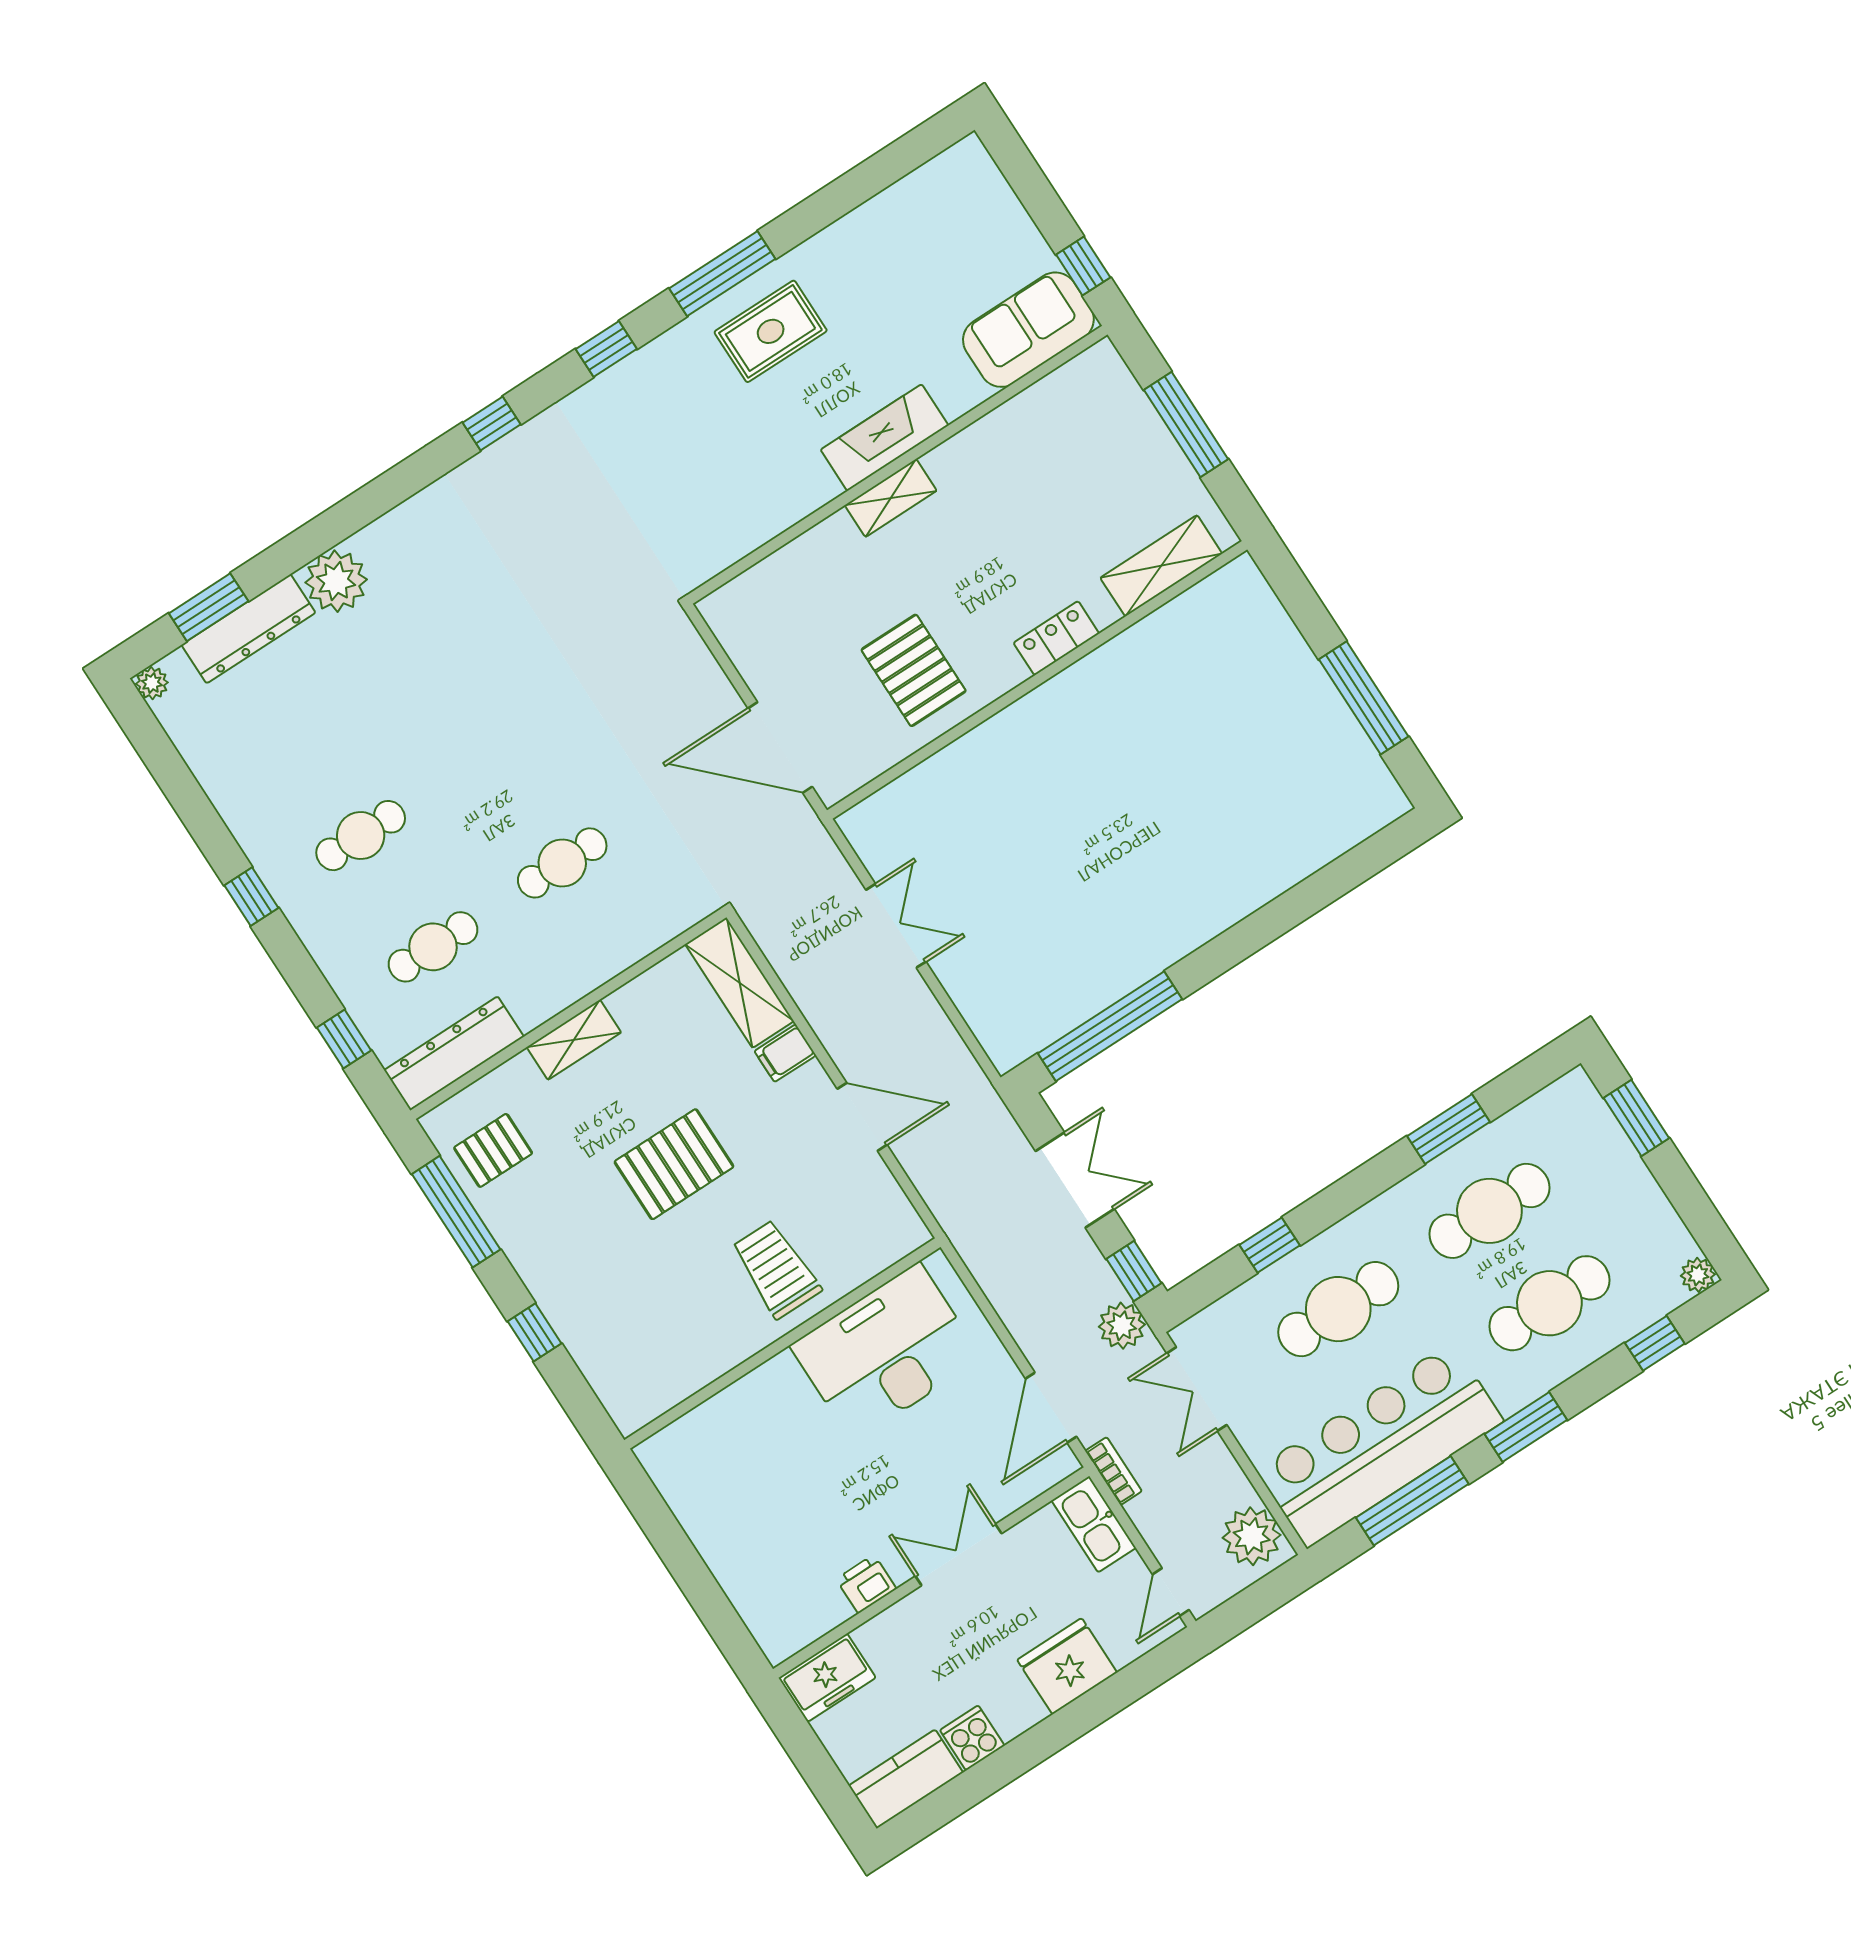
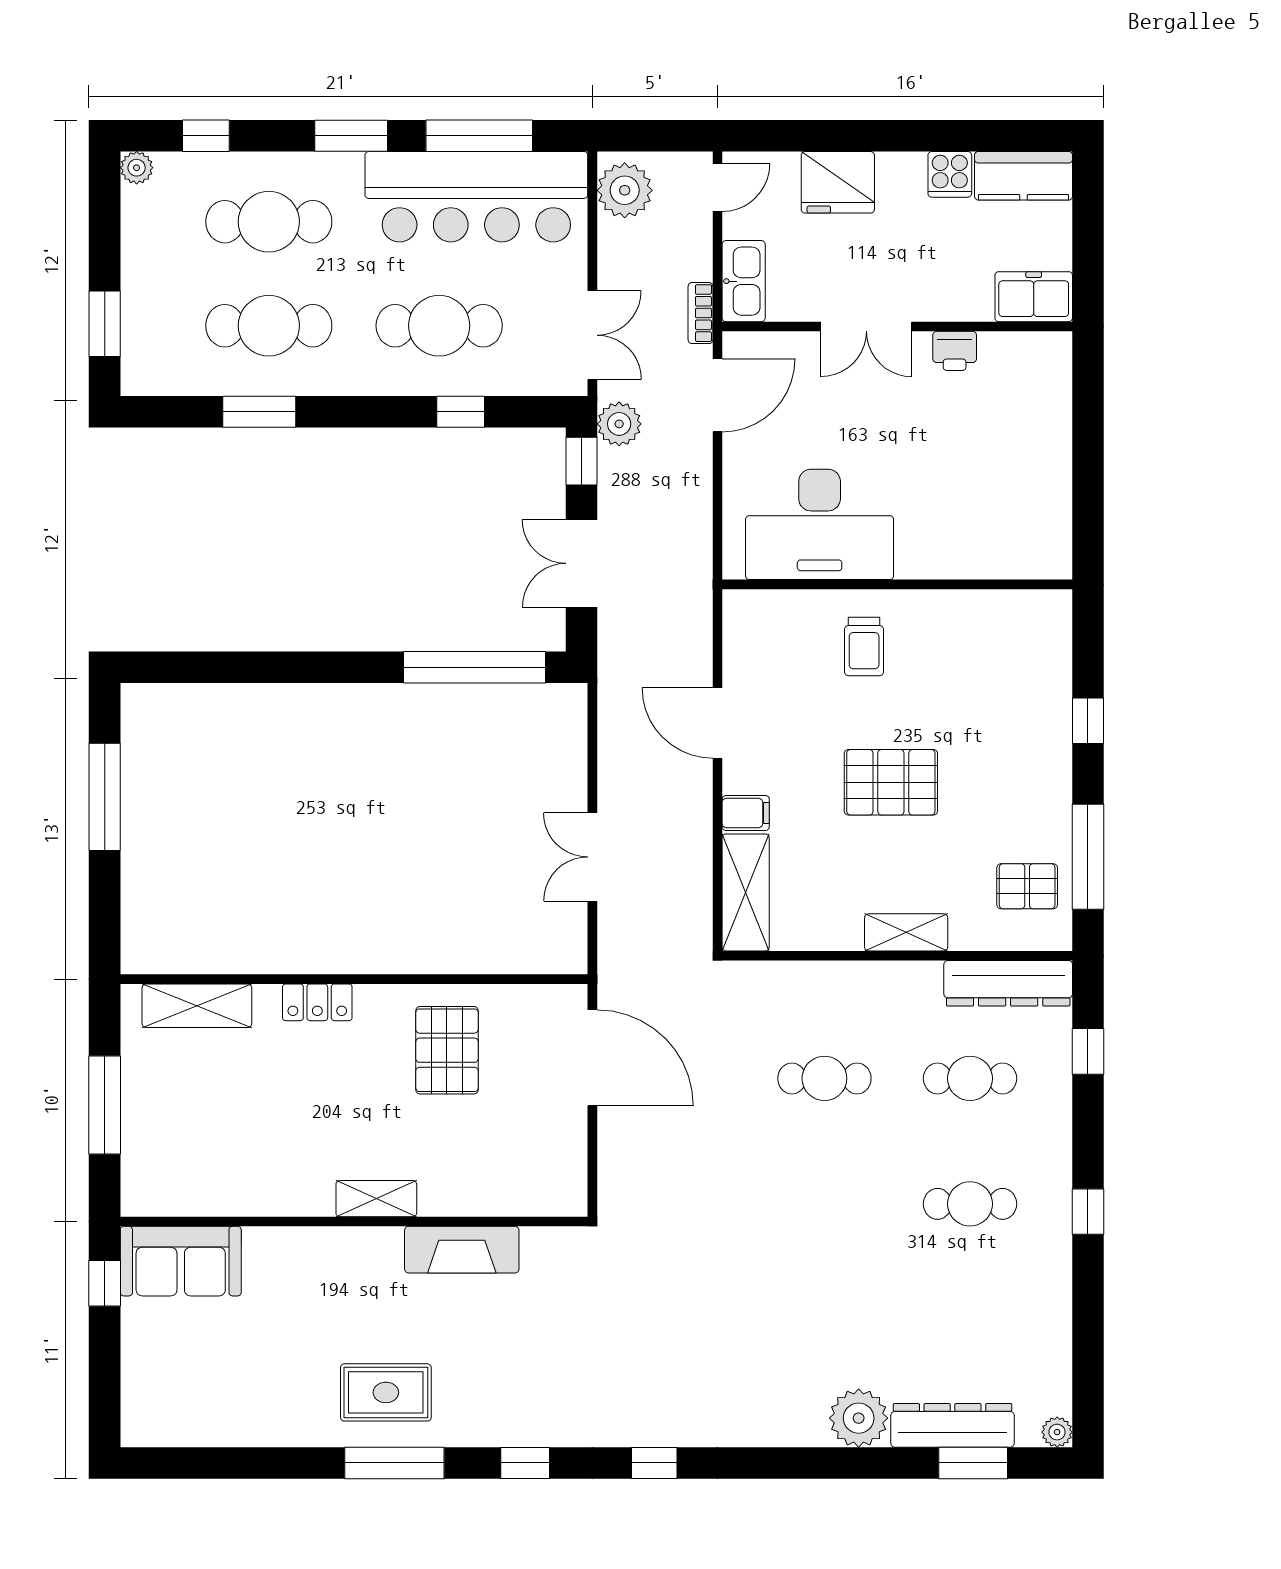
fireplace: (885, 438) -> (462, 1250), moved
trolley: (776, 1269) -> (864, 647), width x0.73, depth x0.72

